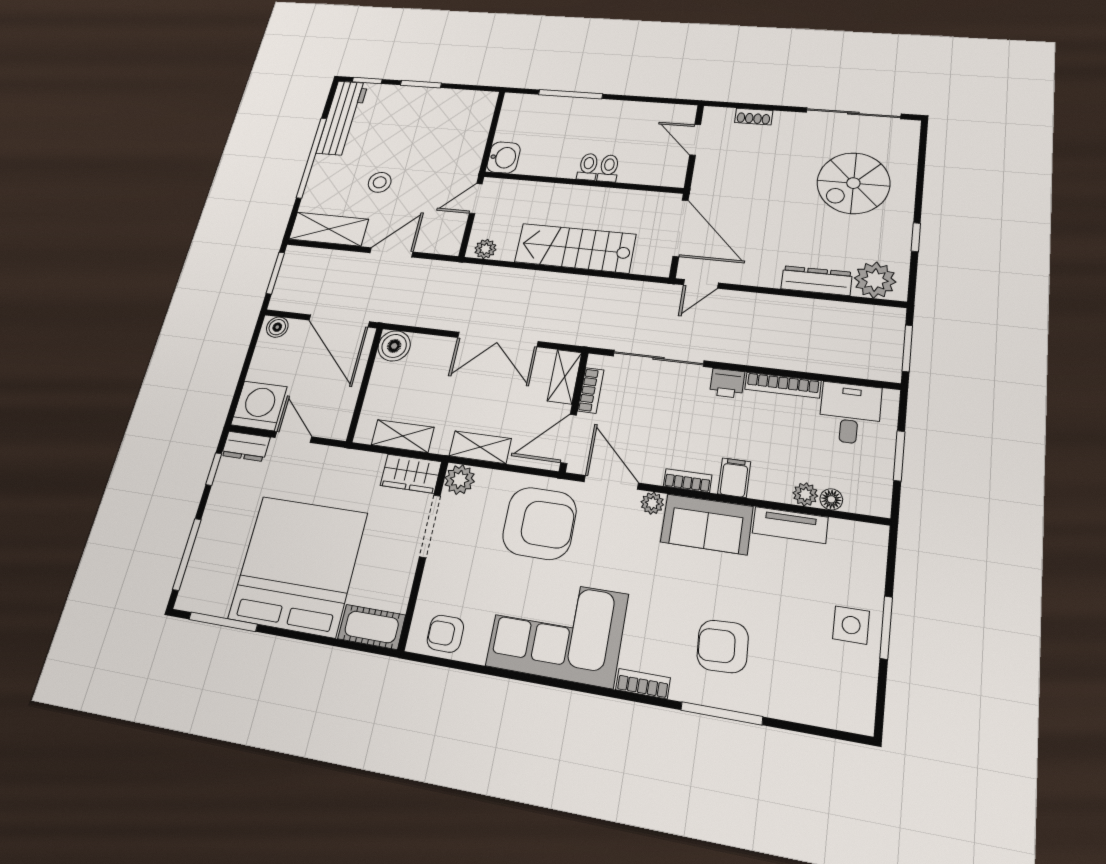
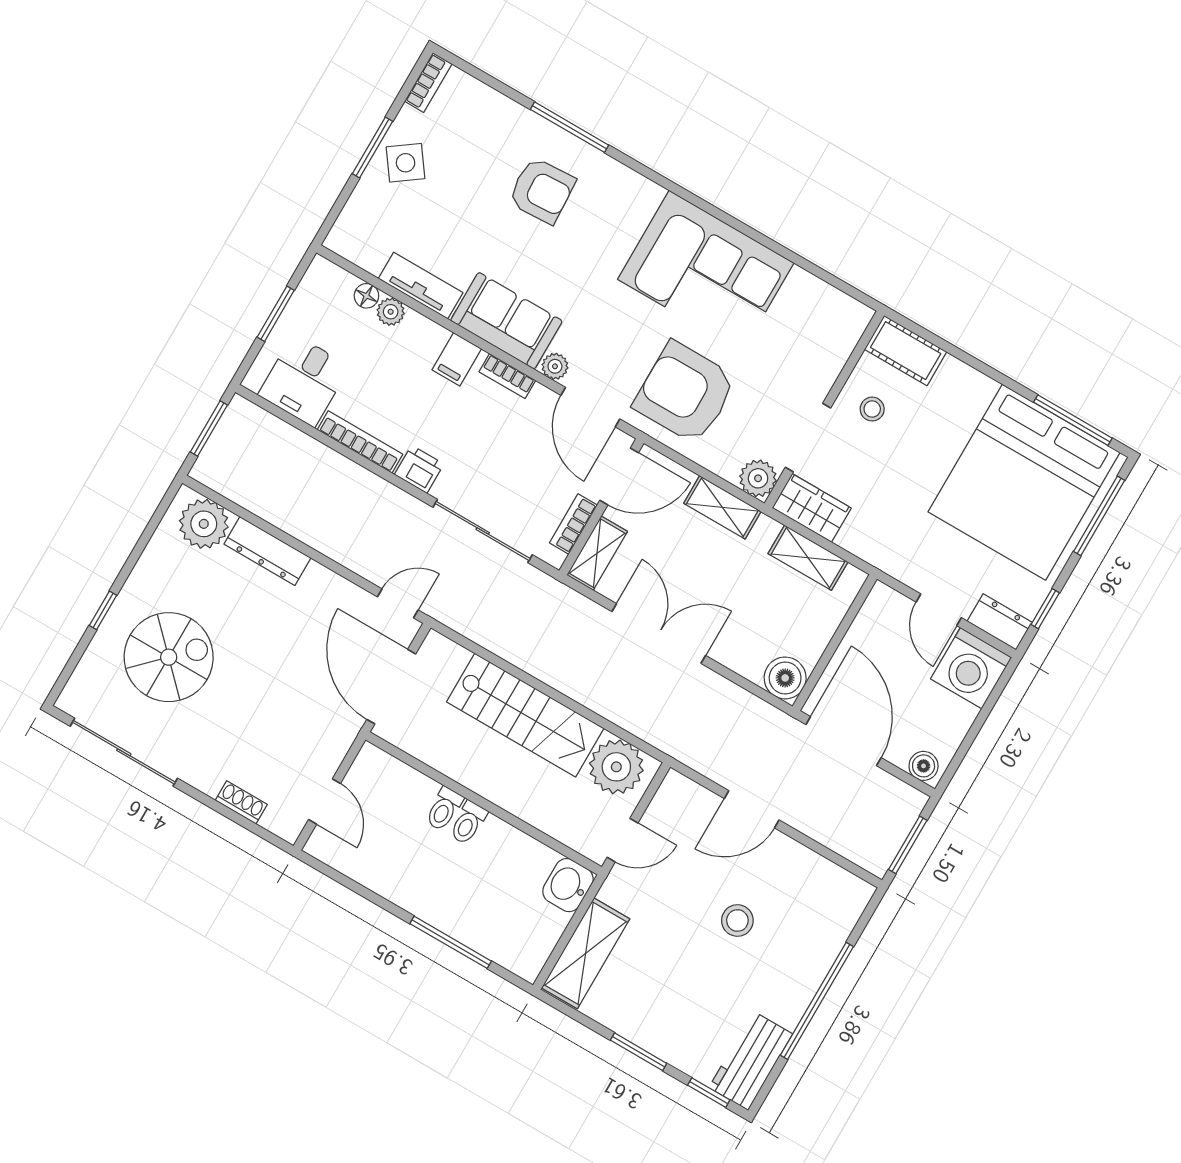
workbench: (342, 118) -> (751, 1061), width x0.73
shelving: (329, 229) -> (586, 953), moved, turned 90
window: (916, 237) -> (103, 610), moved
plant: (485, 249) -> (616, 767), width x1.88, depth x1.88
bed: (298, 565) -> (1024, 482), moved
stool: (385, 569) -> (872, 409), added
side table: (851, 625) -> (406, 163), turned -36
armchair: (445, 634) -> (827, 313), removed
bookcase: (643, 684) -> (428, 83), moved, turned -90

